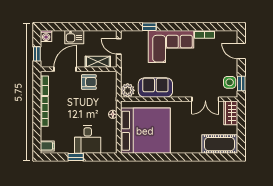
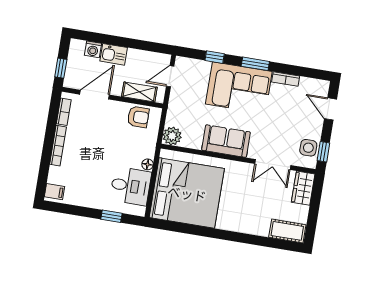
window: (180, 27) -> (255, 64), added
washing machine: (46, 36) -> (93, 49), moved
door: (119, 46) -> (170, 76), hinge flipped
armchair: (89, 82) -> (138, 117), moved
sofa: (155, 88) -> (226, 141), moved
desk: (88, 139) -> (131, 186), moved, turned -90
cot: (219, 144) -> (287, 231), width x0.73, depth x0.75
window: (76, 157) -> (111, 216), moved

